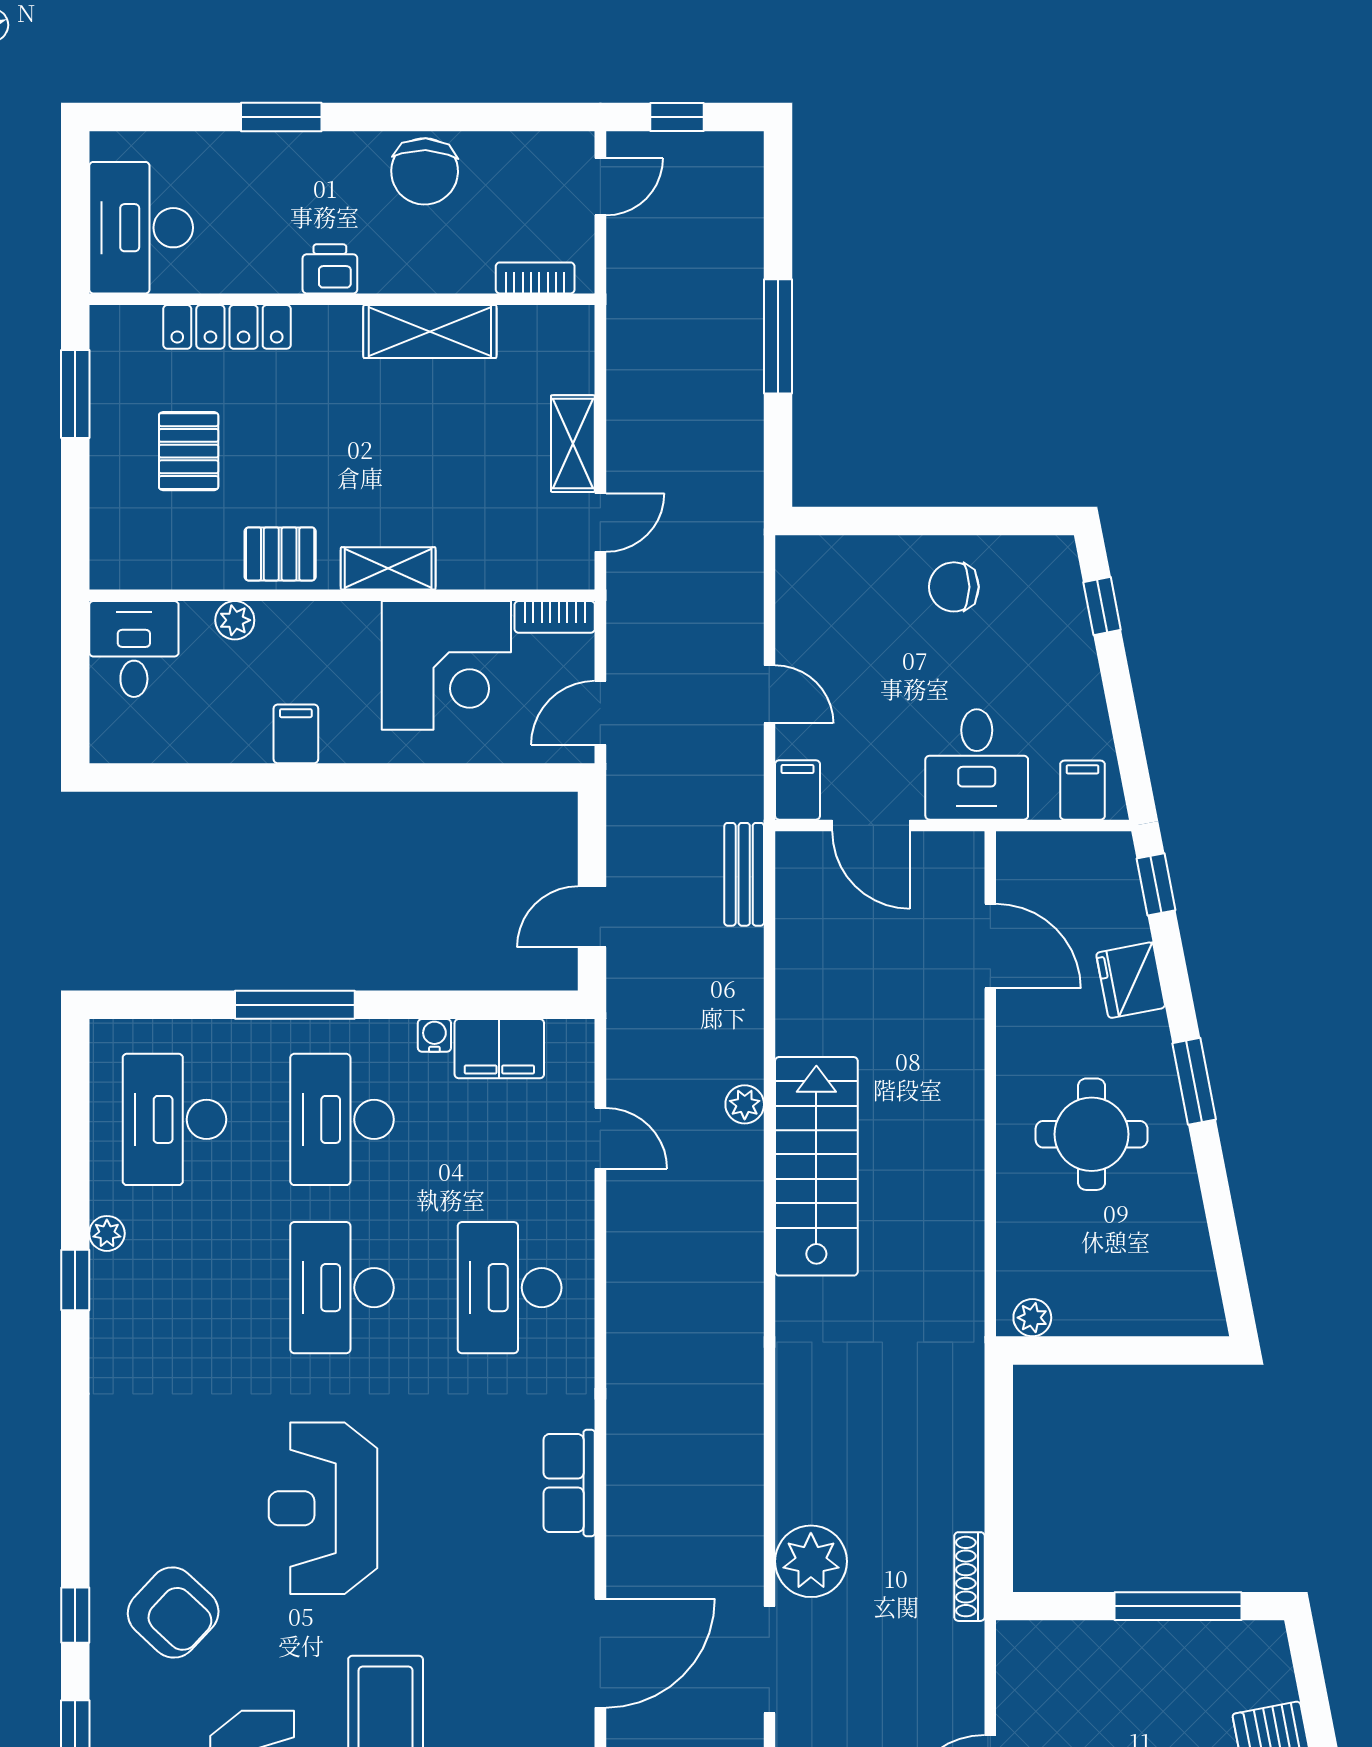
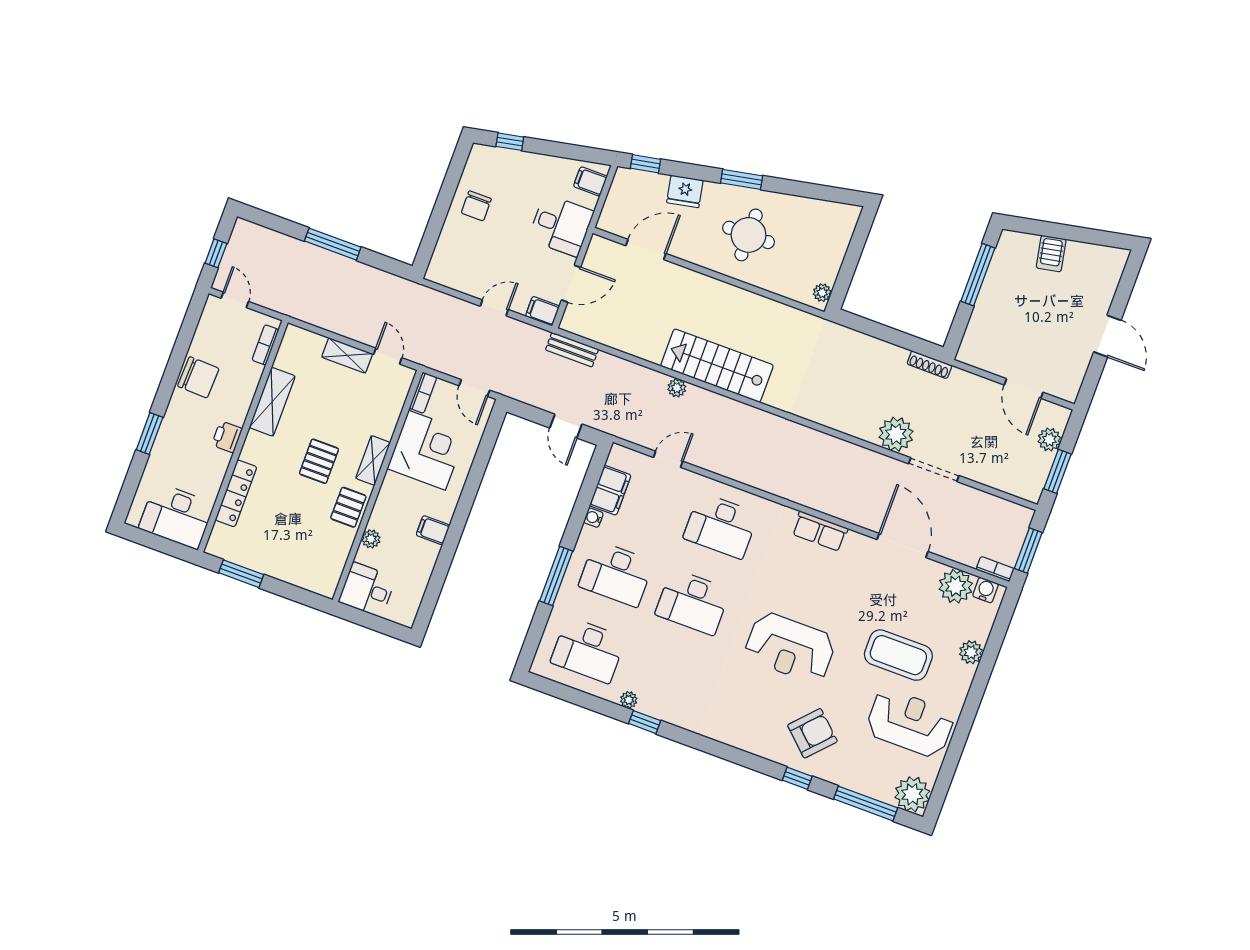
pallet: (189, 451) -> (319, 461), moved, turned 90

